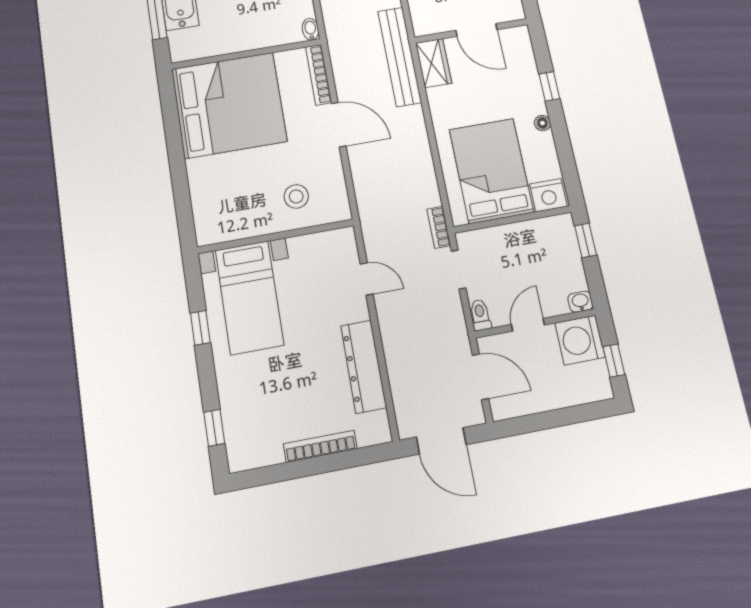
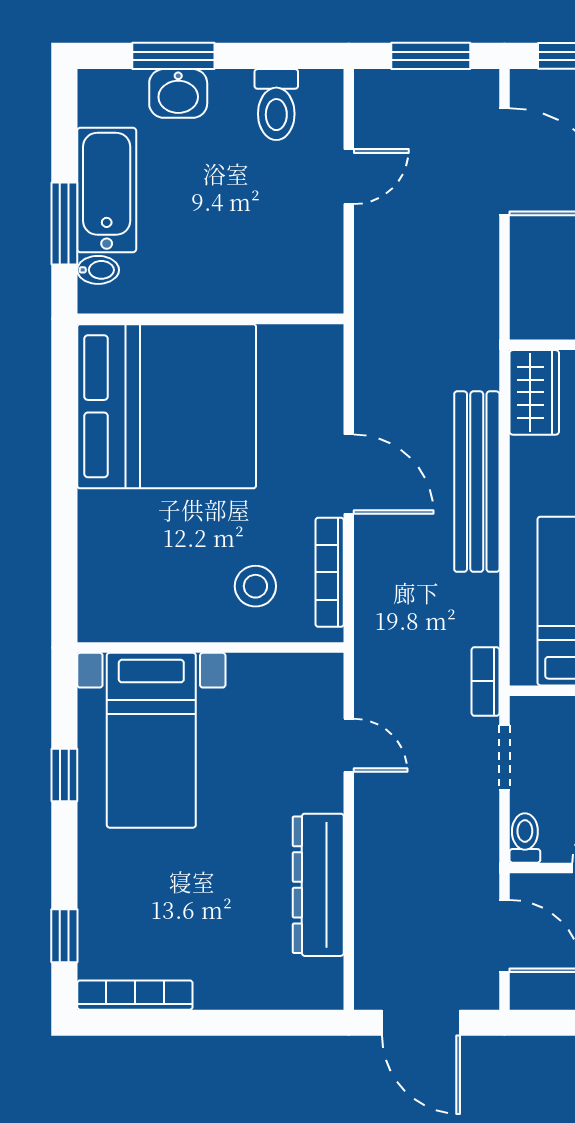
bidet: (310, 29) -> (98, 270), moved, turned 90
bench: (400, 57) -> (477, 482), moved
bookcase: (319, 75) -> (330, 572), moved
bookcase: (320, 446) -> (135, 995), moved

